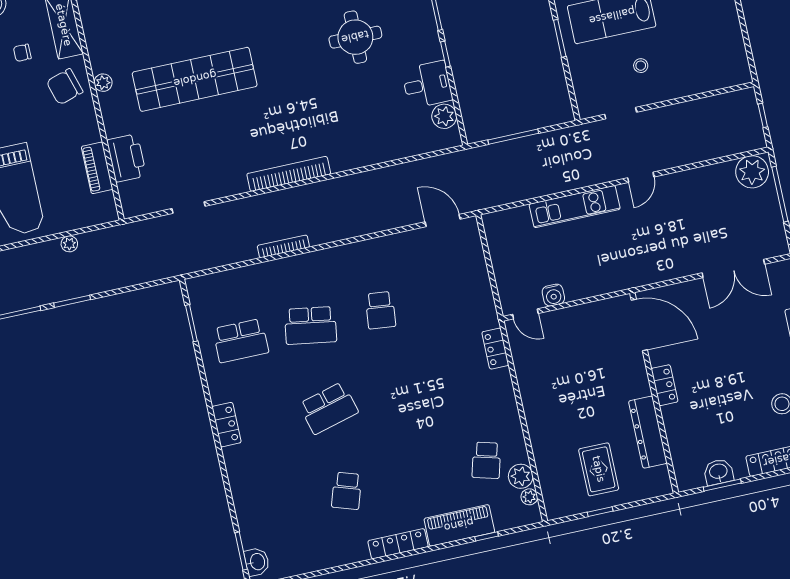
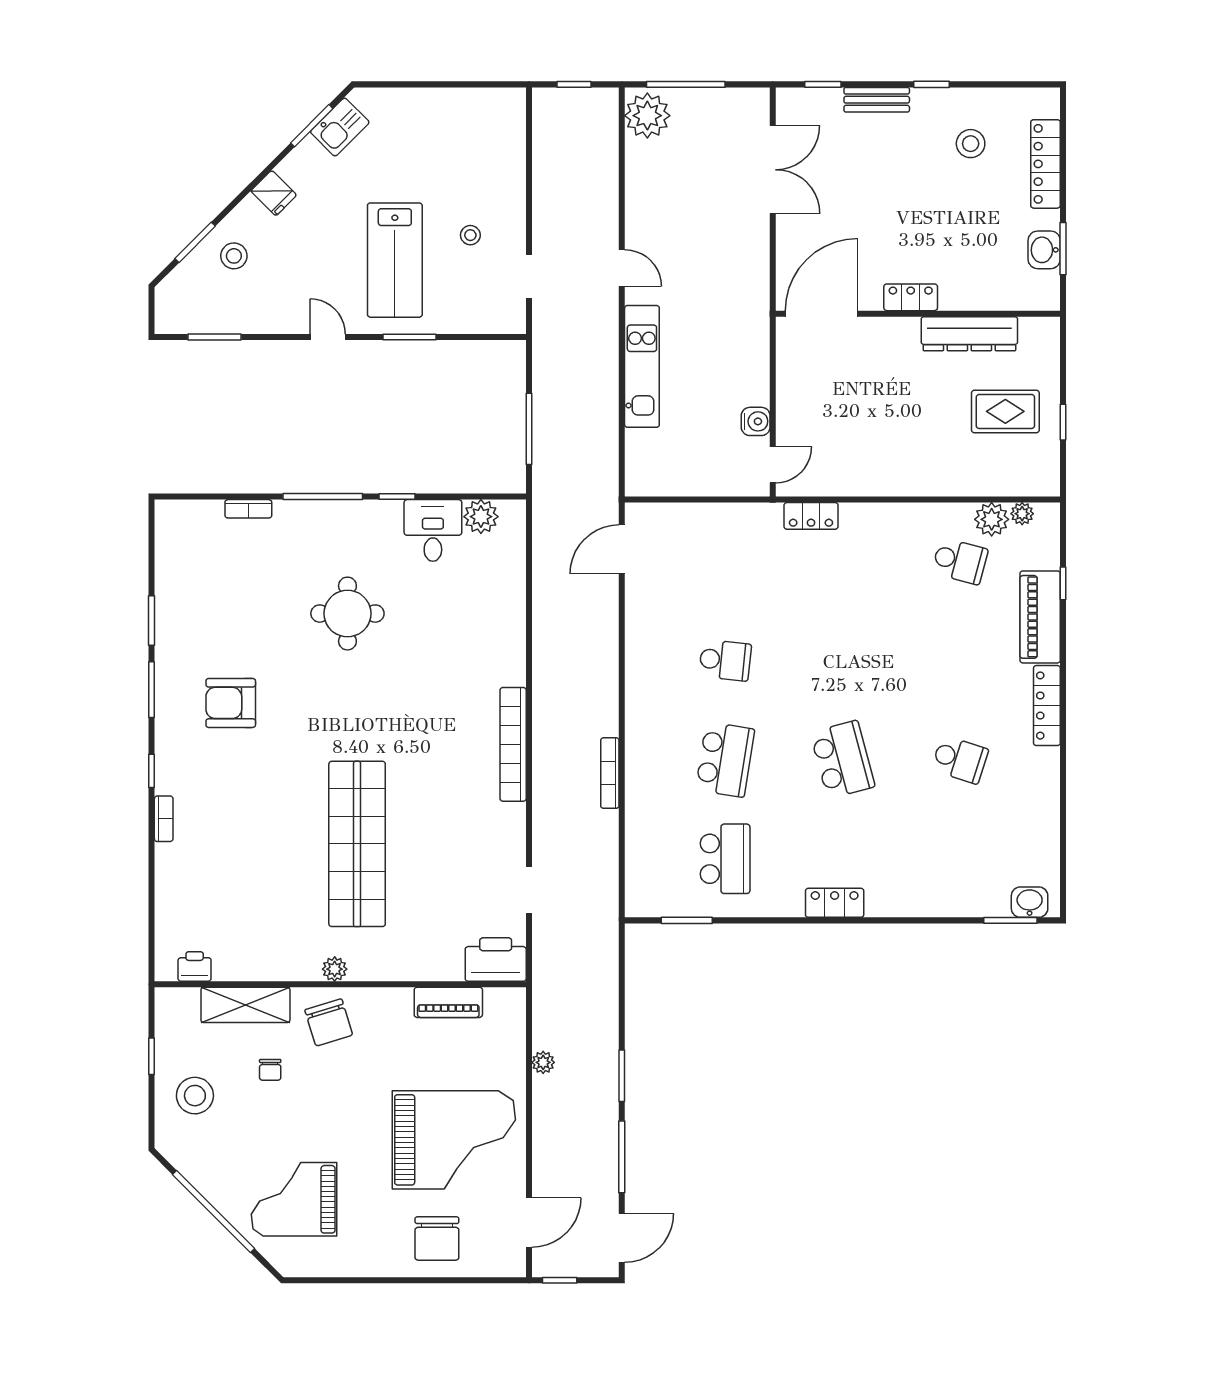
printer: (127, 158) -> (496, 960), moved

